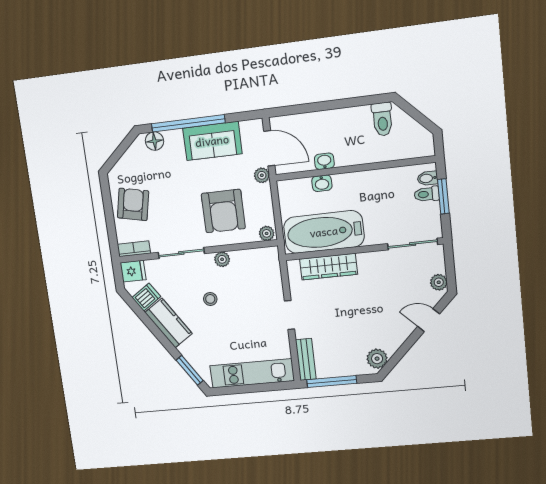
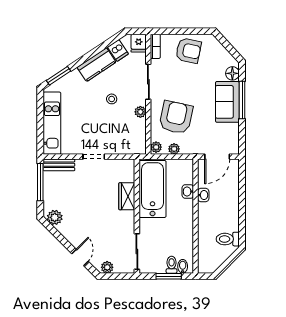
window: (188, 123) -> (242, 100), width x0.68
sofa: (212, 141) -> (227, 102), moved
plant: (262, 175) -> (174, 149), moved
armchair: (223, 211) -> (176, 117), turned 102
wardrobe: (328, 267) -> (127, 196), width x0.67

